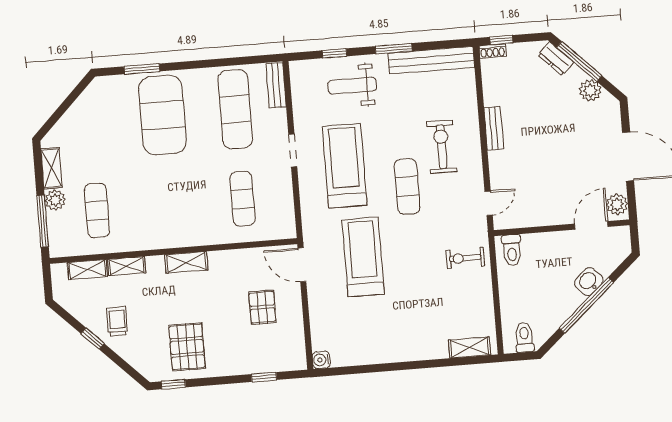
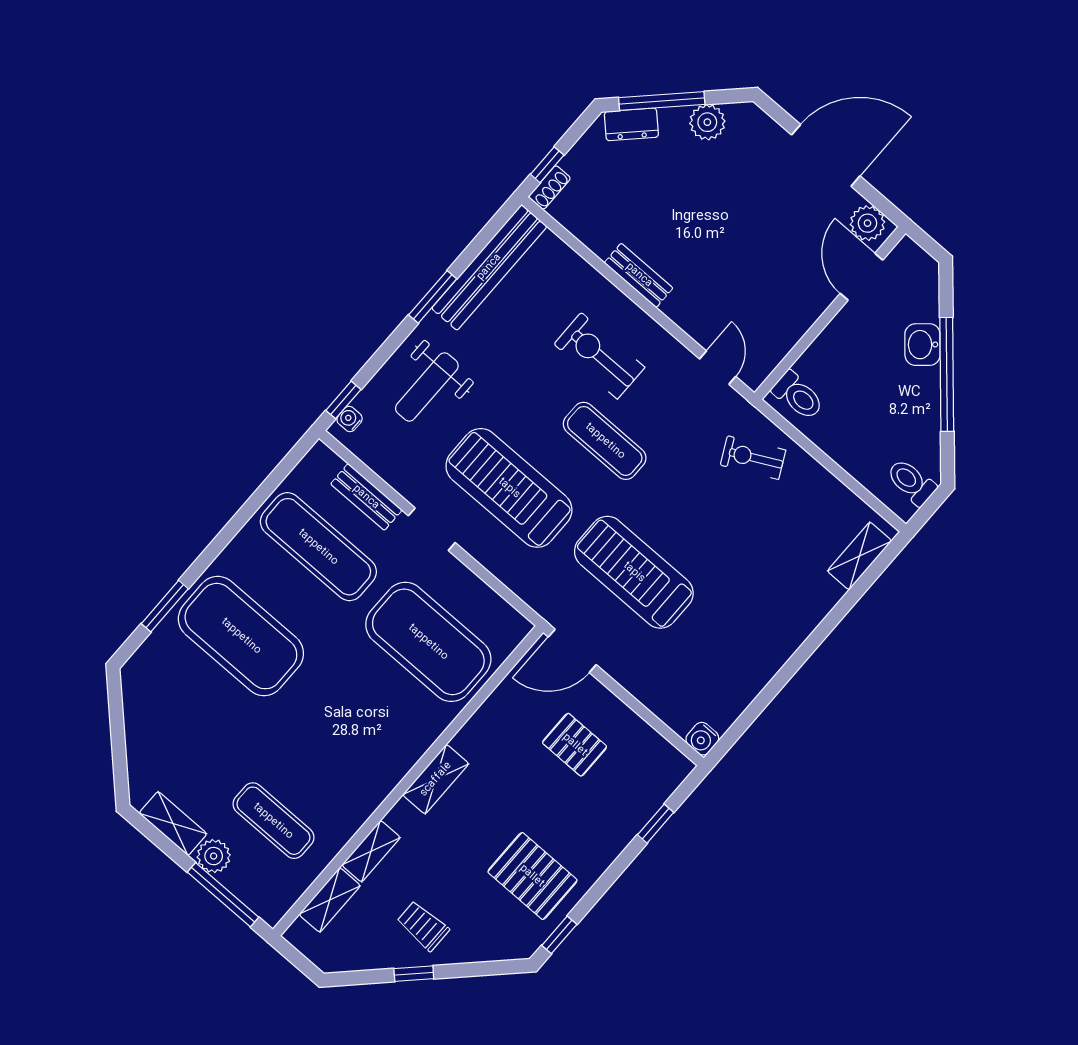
window: (334, 53) -> (343, 400), moved
water cooler: (304, 66) -> (350, 419), added
bench: (276, 85) -> (366, 497), moved
exercise mat: (242, 199) -> (428, 642), width x2.00, depth x1.45
exercise bike: (465, 258) -> (753, 458), turned 63

